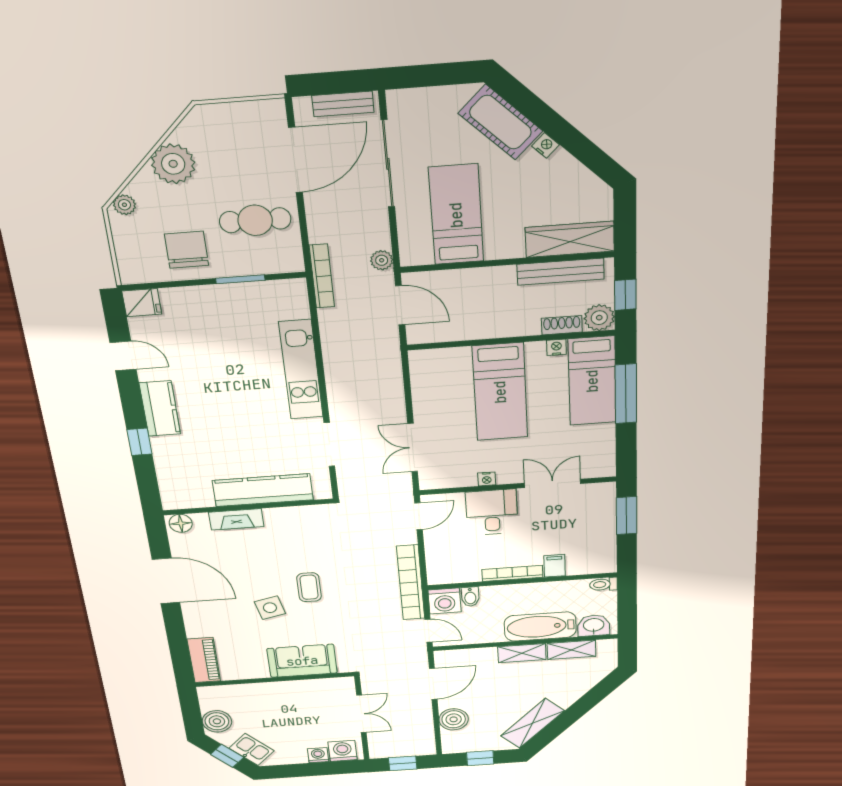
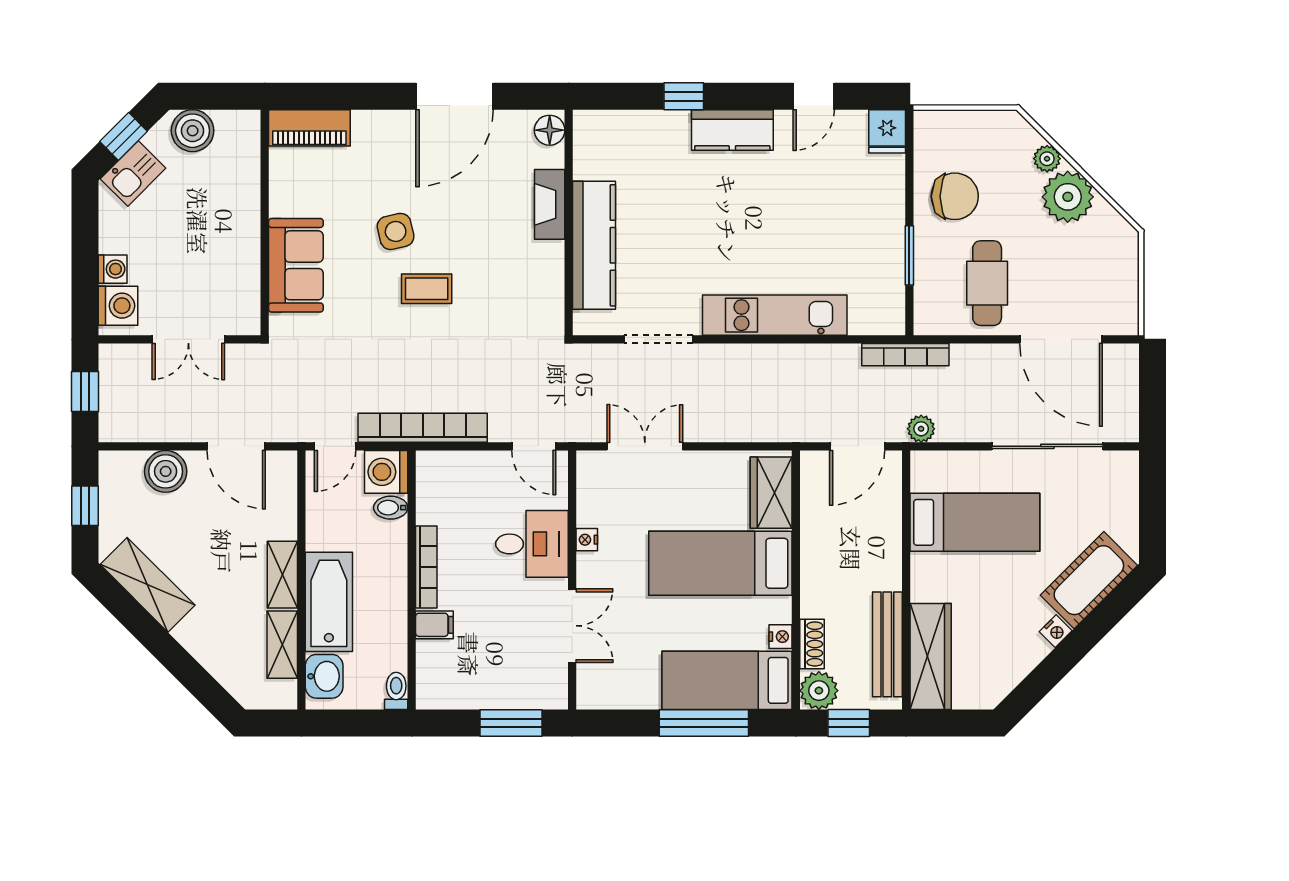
bench: (343, 104) -> (1126, 401), removed
plant: (124, 205) -> (1047, 159), moved
wardrobe: (442, 362) -> (771, 493), added

